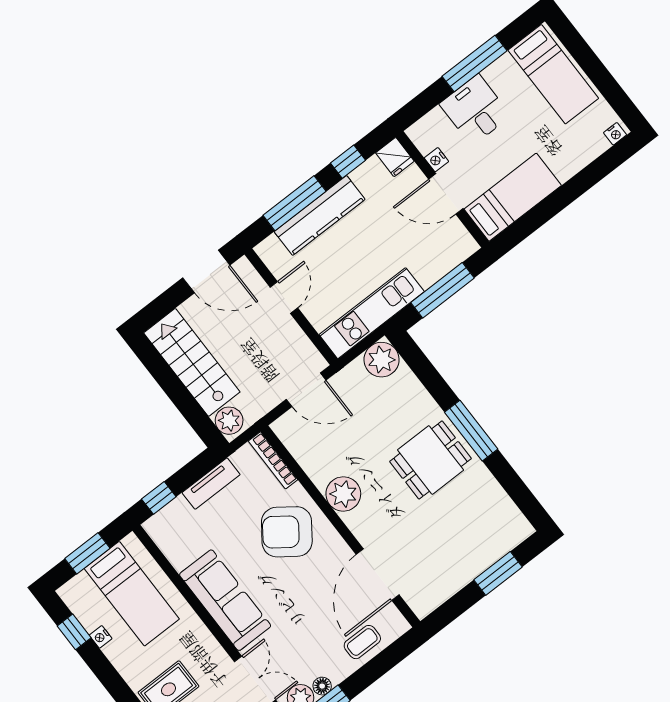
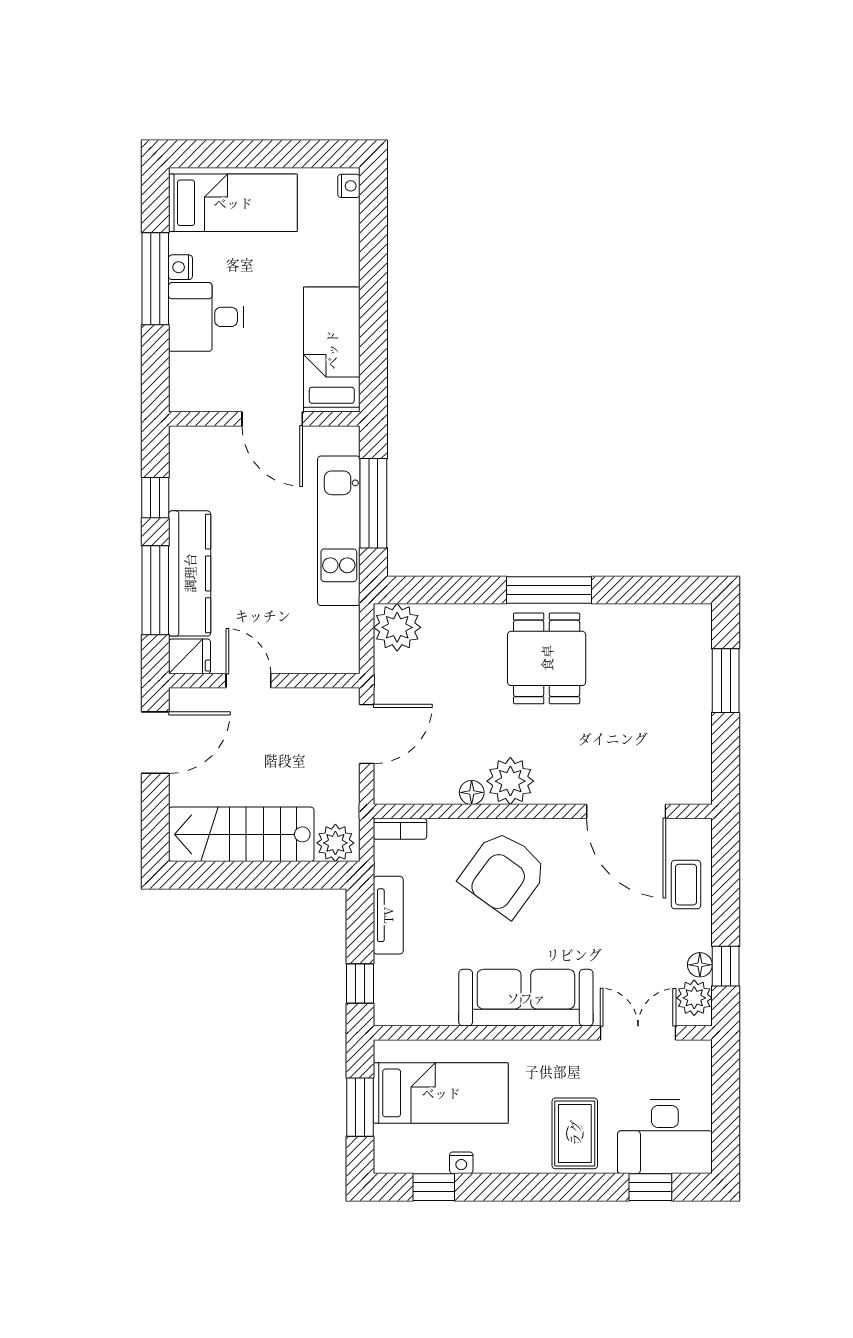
fridge: (395, 157) -> (190, 656), moved
nightstand: (436, 160) -> (180, 267), moved, turned 90
door: (446, 194) -> (272, 419), hinge flipped
kitchen unit: (372, 313) -> (339, 531), moved
bookcase: (273, 460) -> (400, 829), width x0.64
floor lamp: (319, 477) -> (472, 792), added

